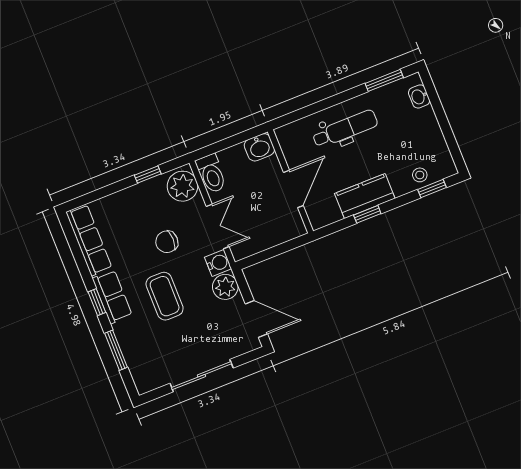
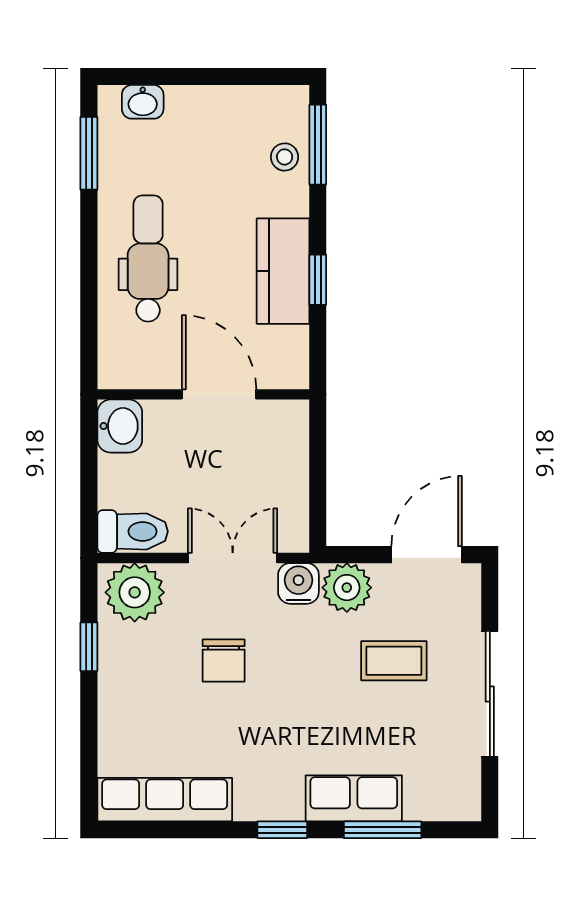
window: (432, 189) -> (318, 145), width x1.50
coffee table: (165, 296) -> (394, 661), moved, width x0.73, depth x0.77
row of seats: (112, 297) -> (354, 798), moved

